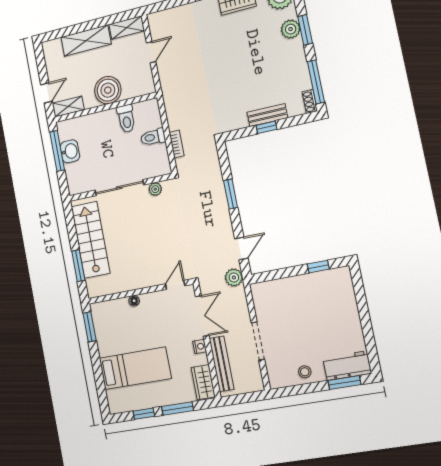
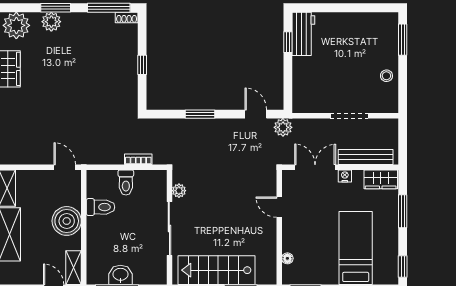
door: (151, 52) -> (65, 167), moved
bench: (267, 115) -> (130, 62), removed
door: (175, 285) -> (279, 207), moved
floor lamp: (134, 301) -> (287, 258), moved
workbench: (347, 366) -> (303, 34), moved, turned 180
window: (144, 414) -> (403, 266), moved

